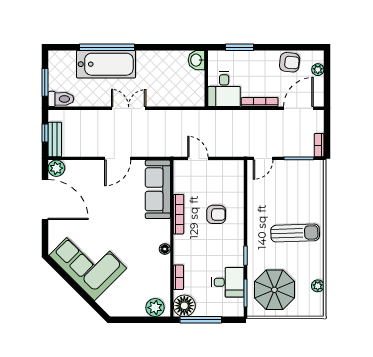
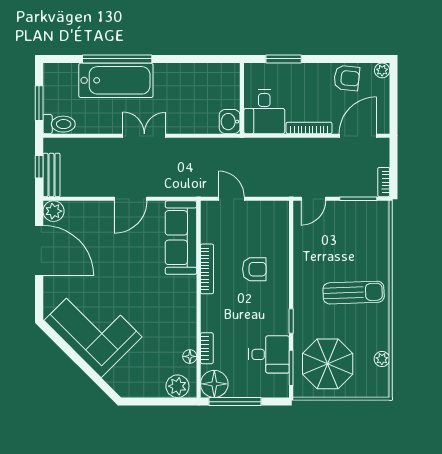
washbasin: (197, 60) -> (230, 122), moved
plant: (318, 70) -> (382, 70), moved
floor lamp: (165, 249) -> (190, 356), moved

